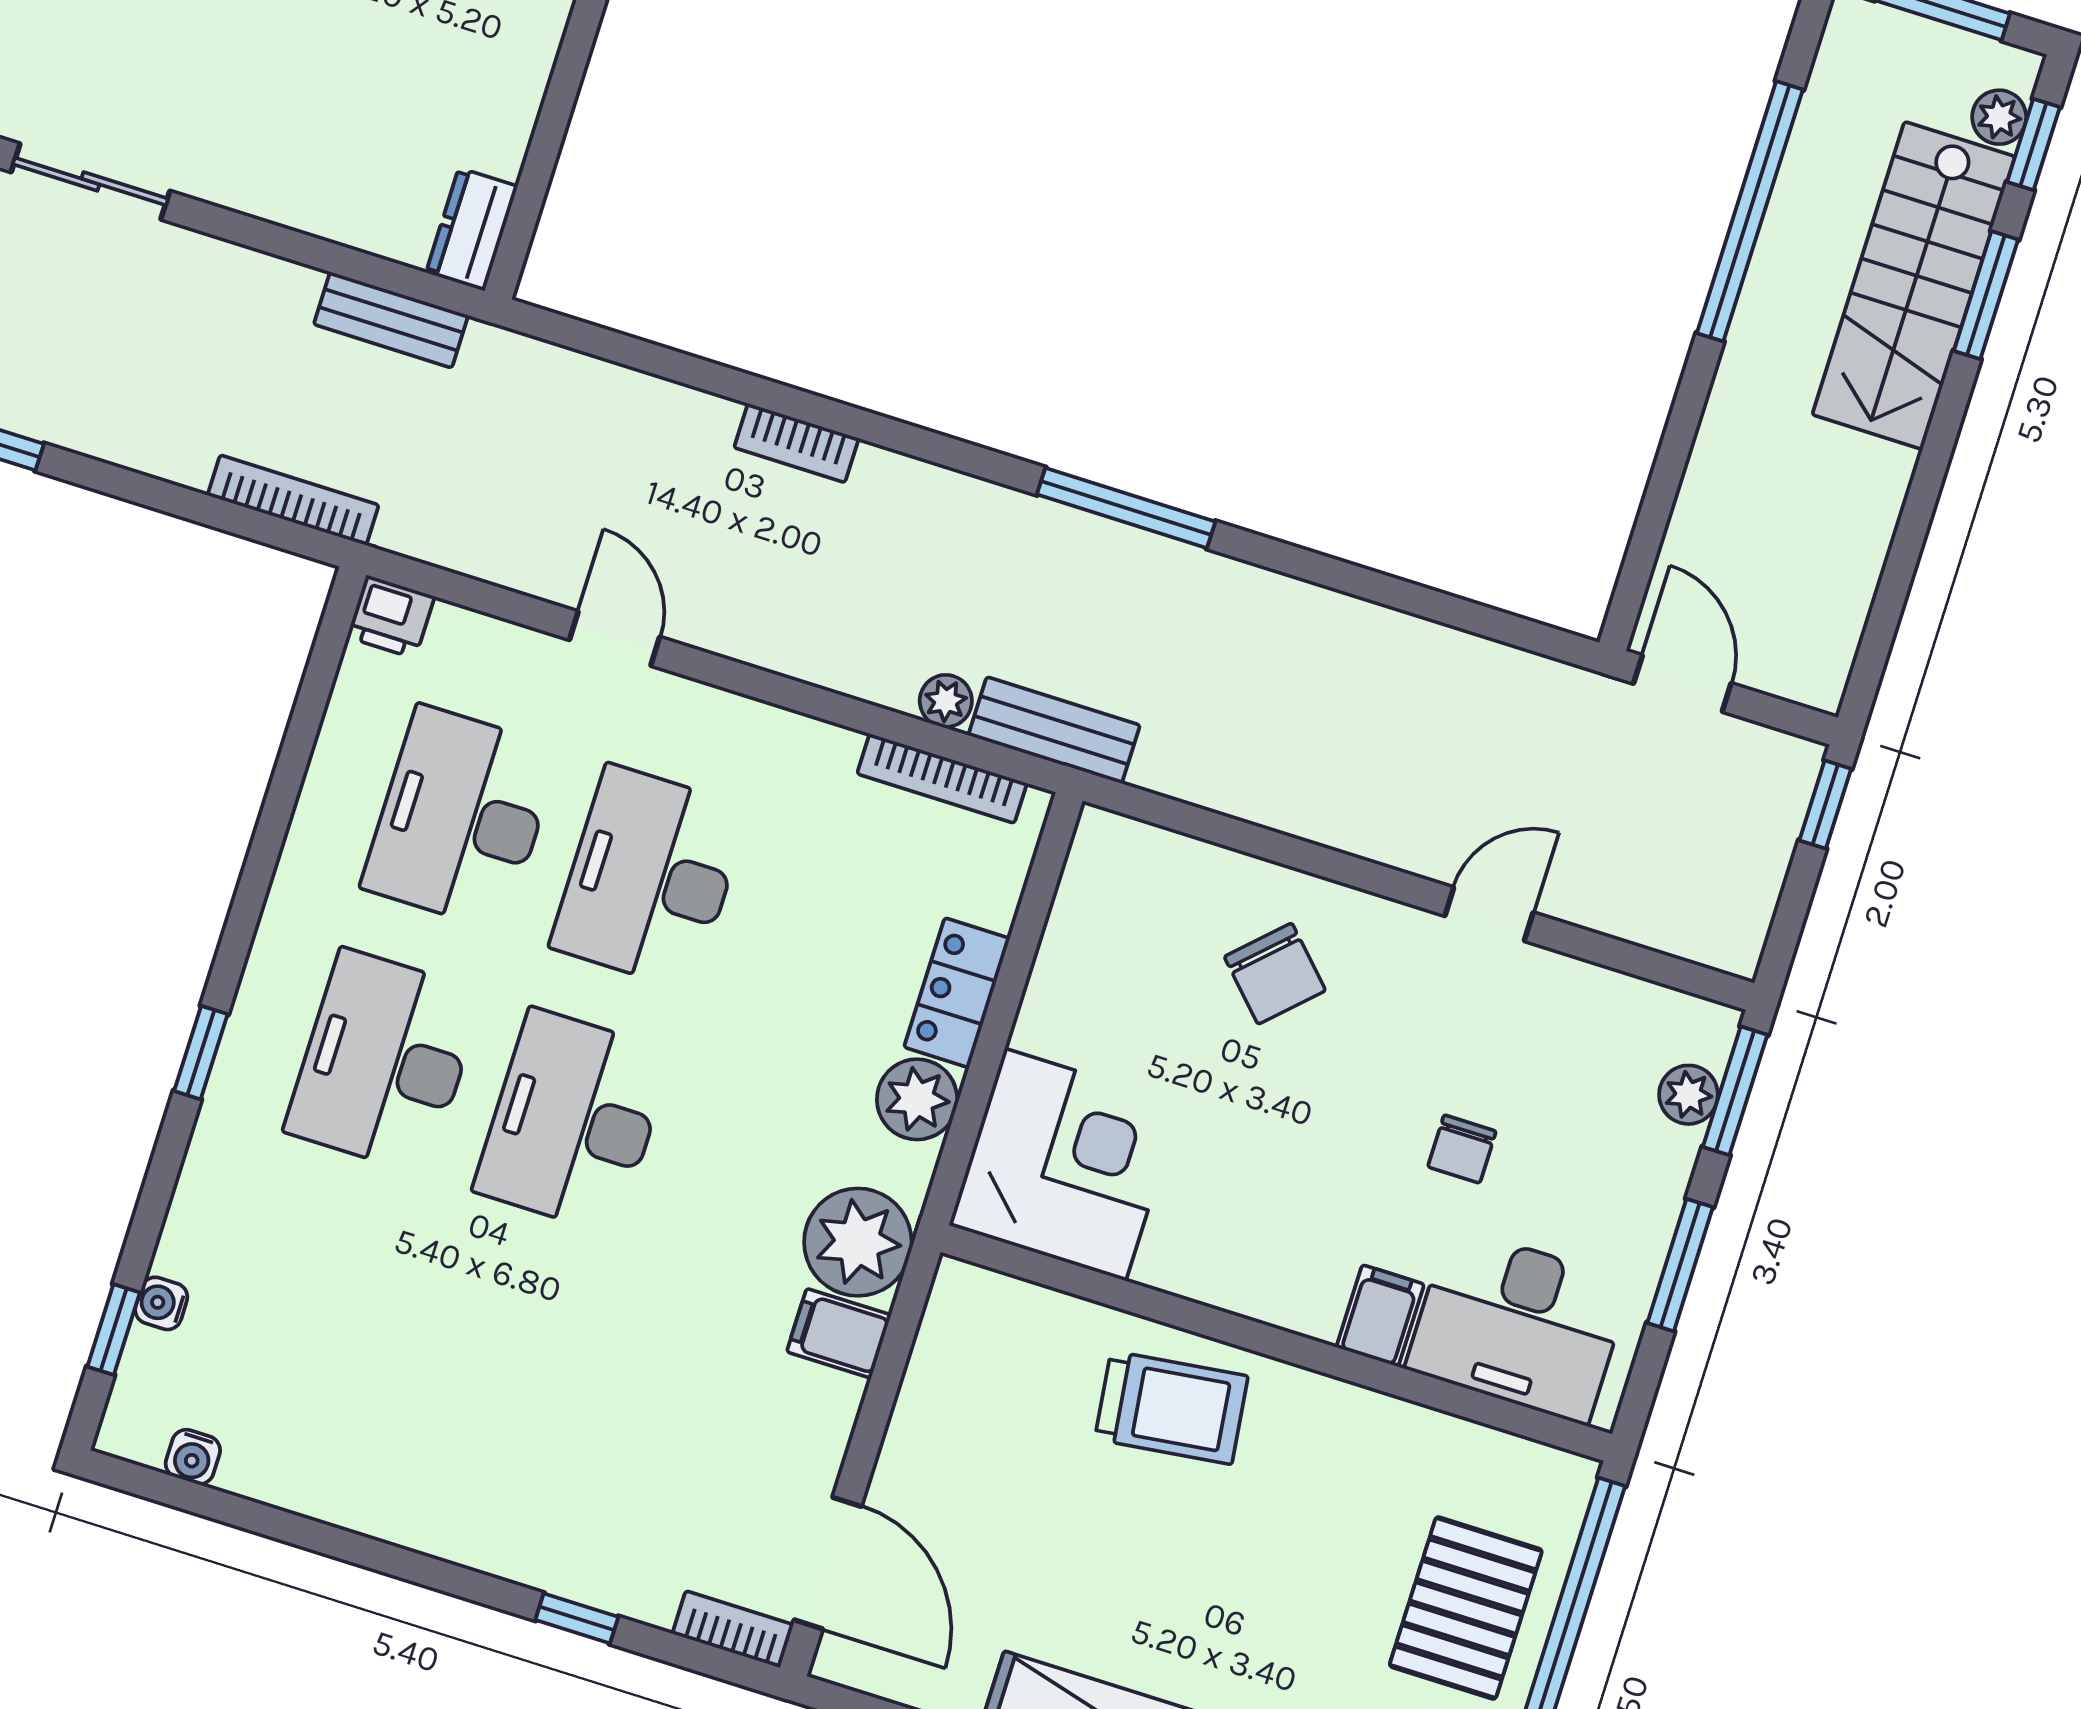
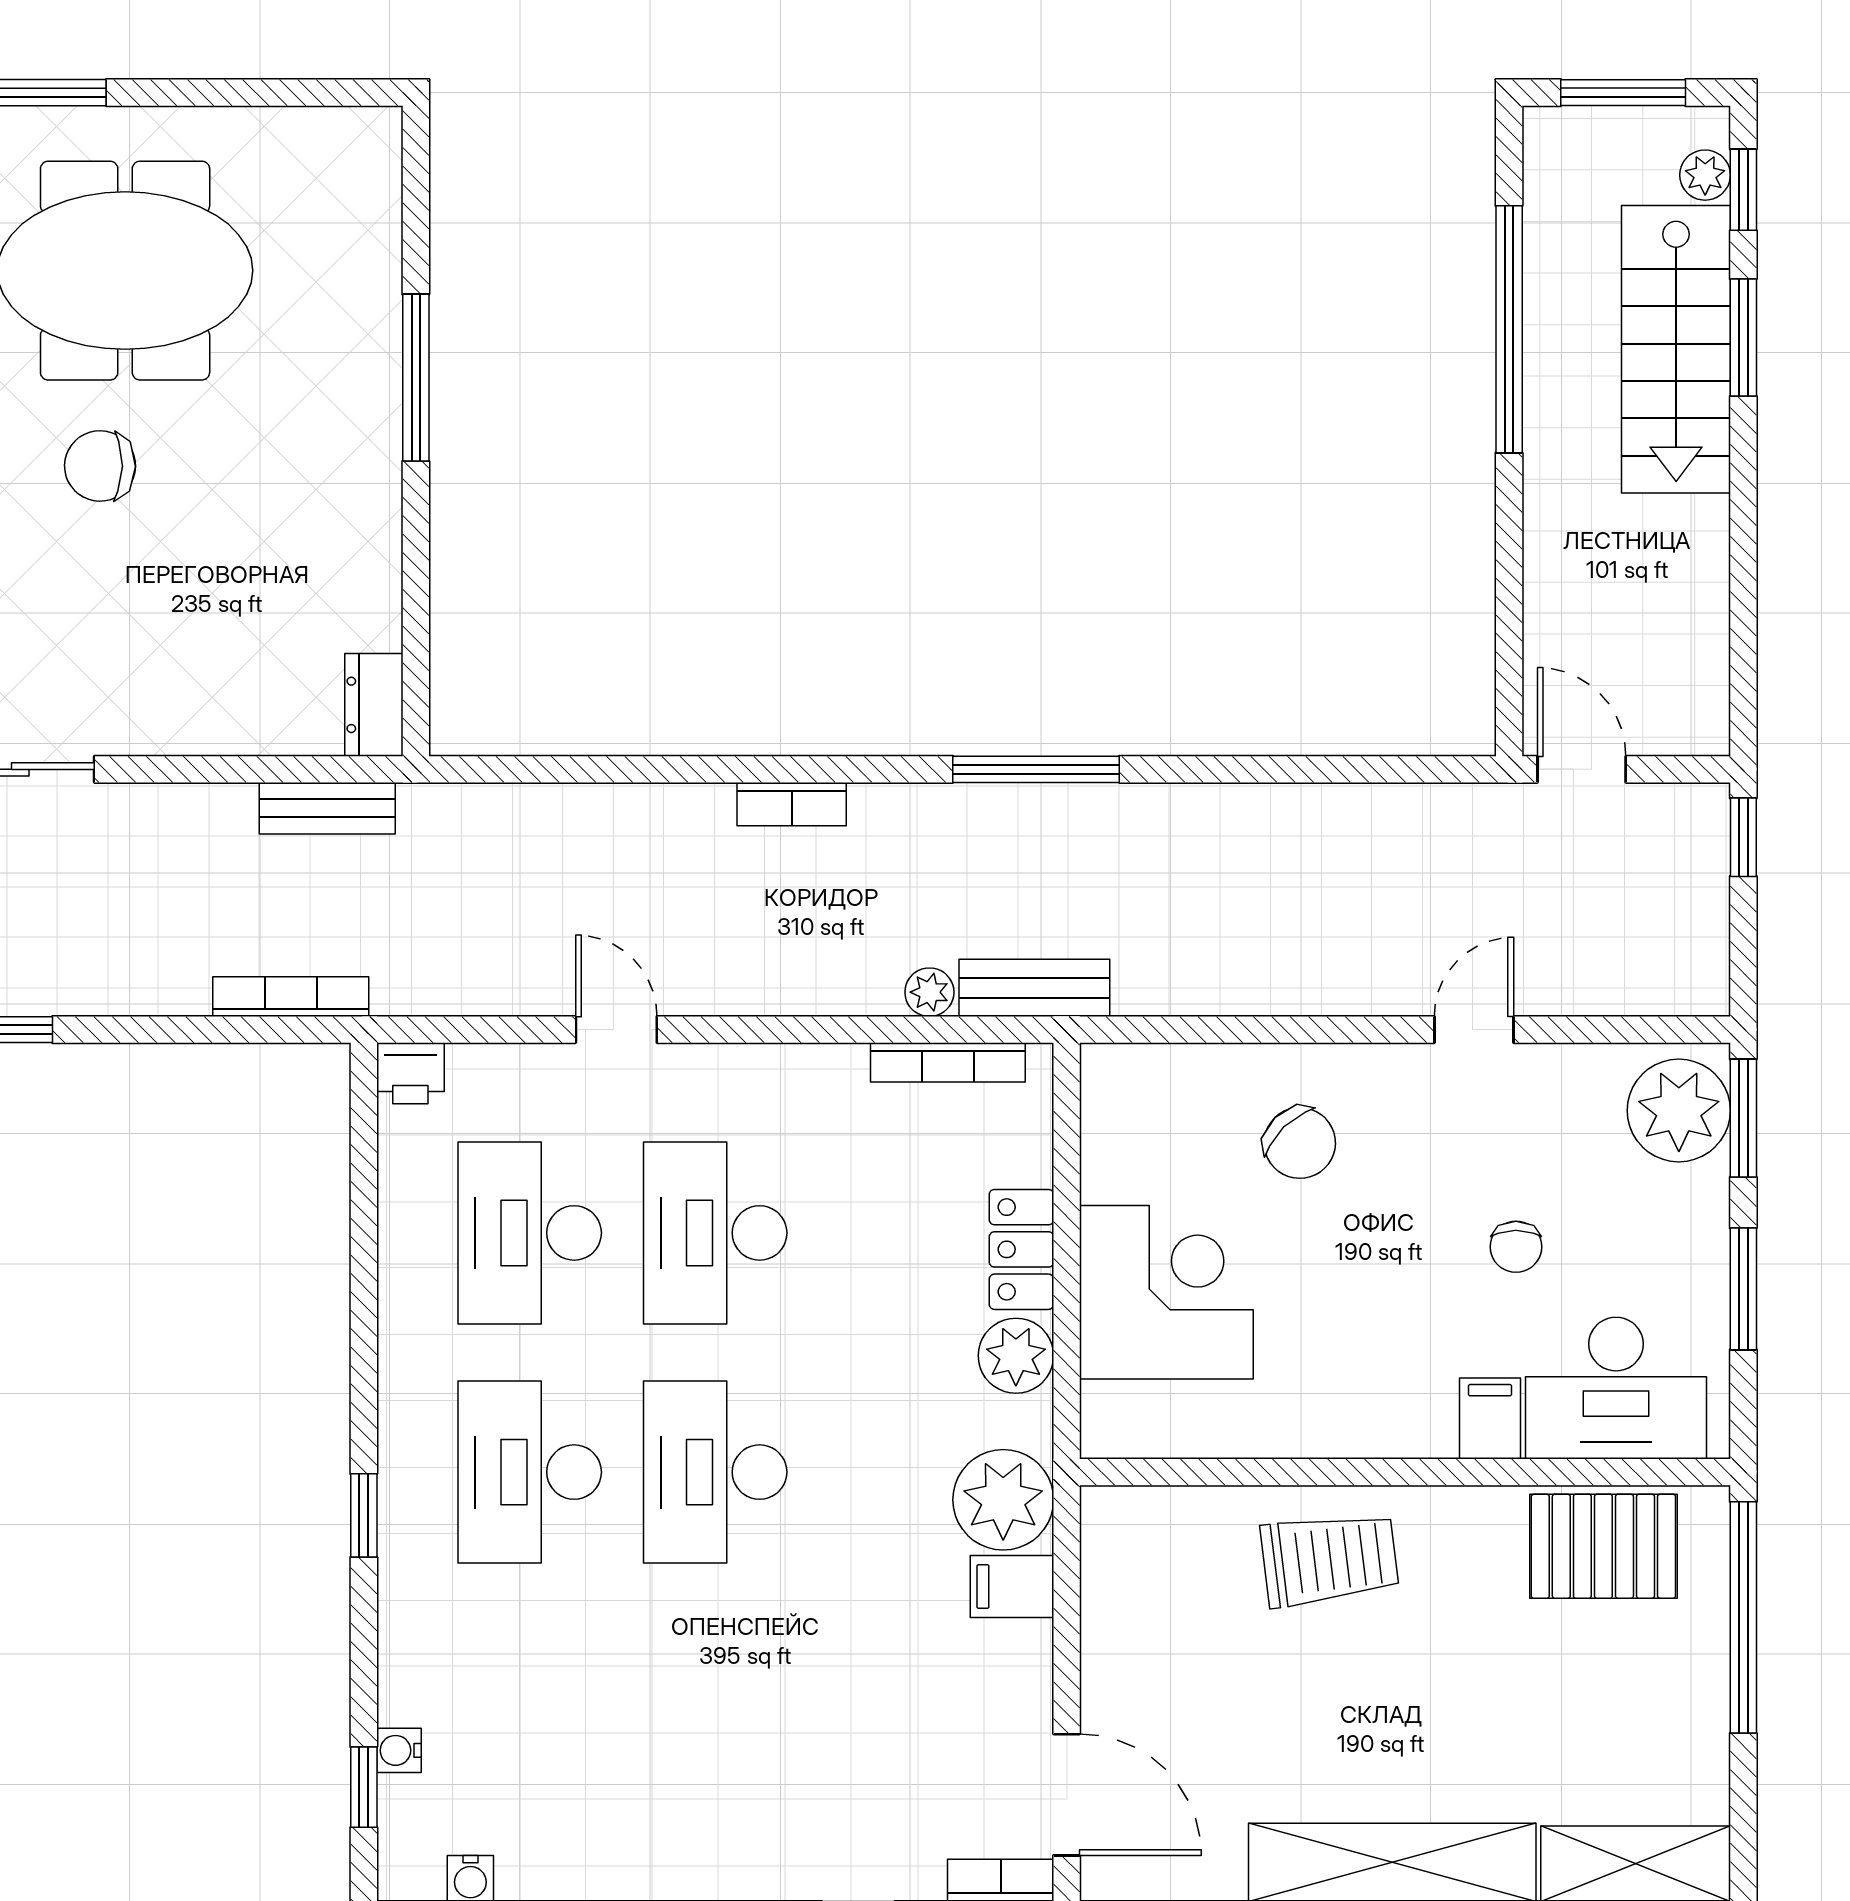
bookcase: (796, 443) -> (792, 804), moved
plant: (1688, 1095) -> (1679, 1110), width x1.88, depth x1.88
corner desk: (1065, 1165) -> (1166, 1292), moved
pallet: (1466, 1608) -> (1603, 1546), moved, turned 90

